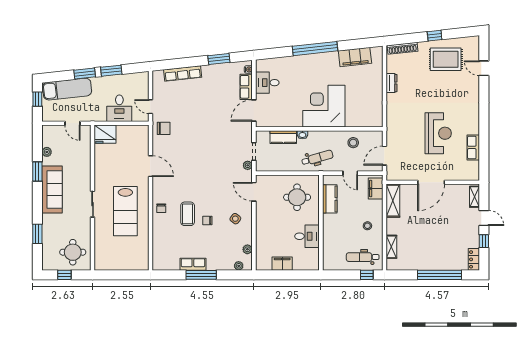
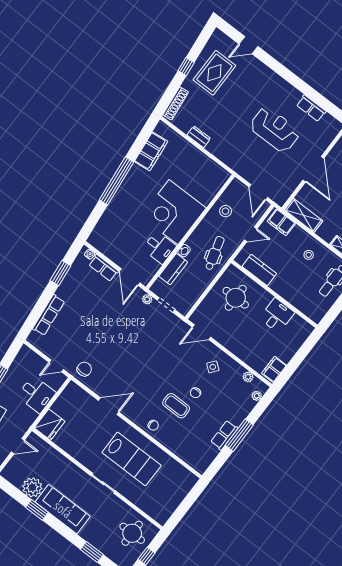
desk: (267, 83) -> (159, 247), moved, turned -90
plant: (47, 152) -> (32, 487), width x1.87, depth x1.87
plant: (248, 165) -> (147, 299), moved
filing cabinet: (282, 264) -> (274, 369), moved

